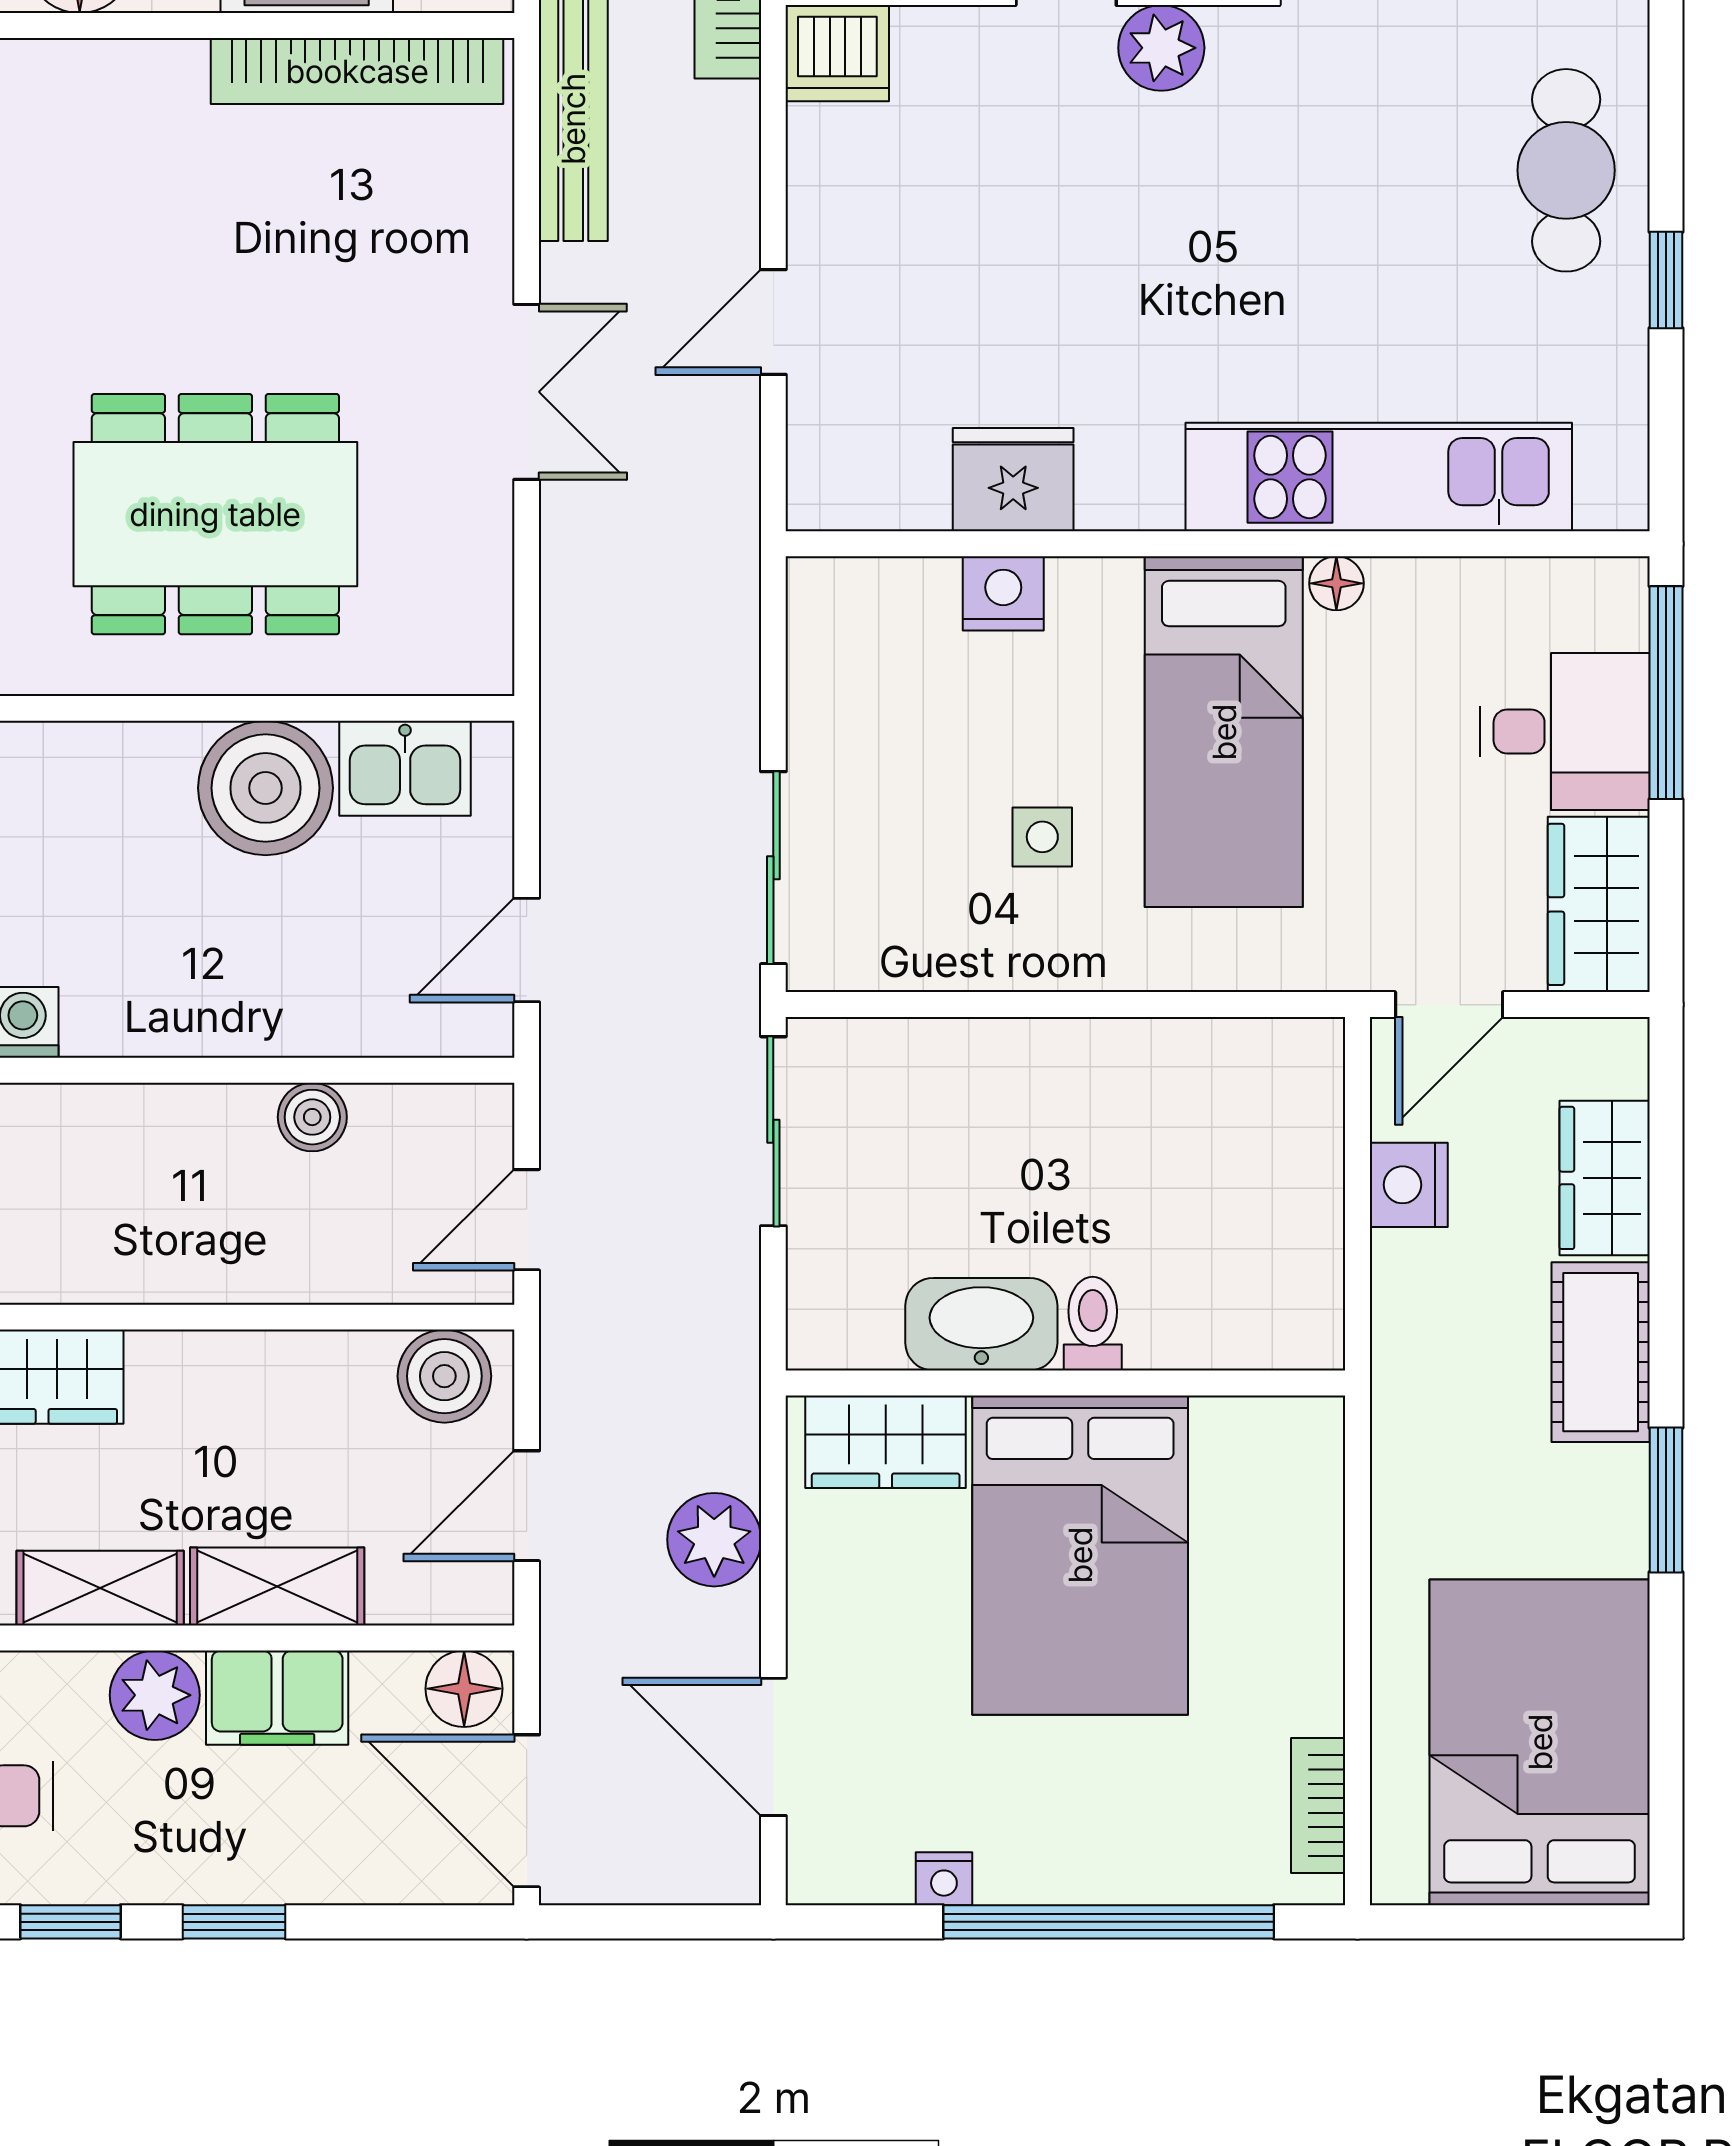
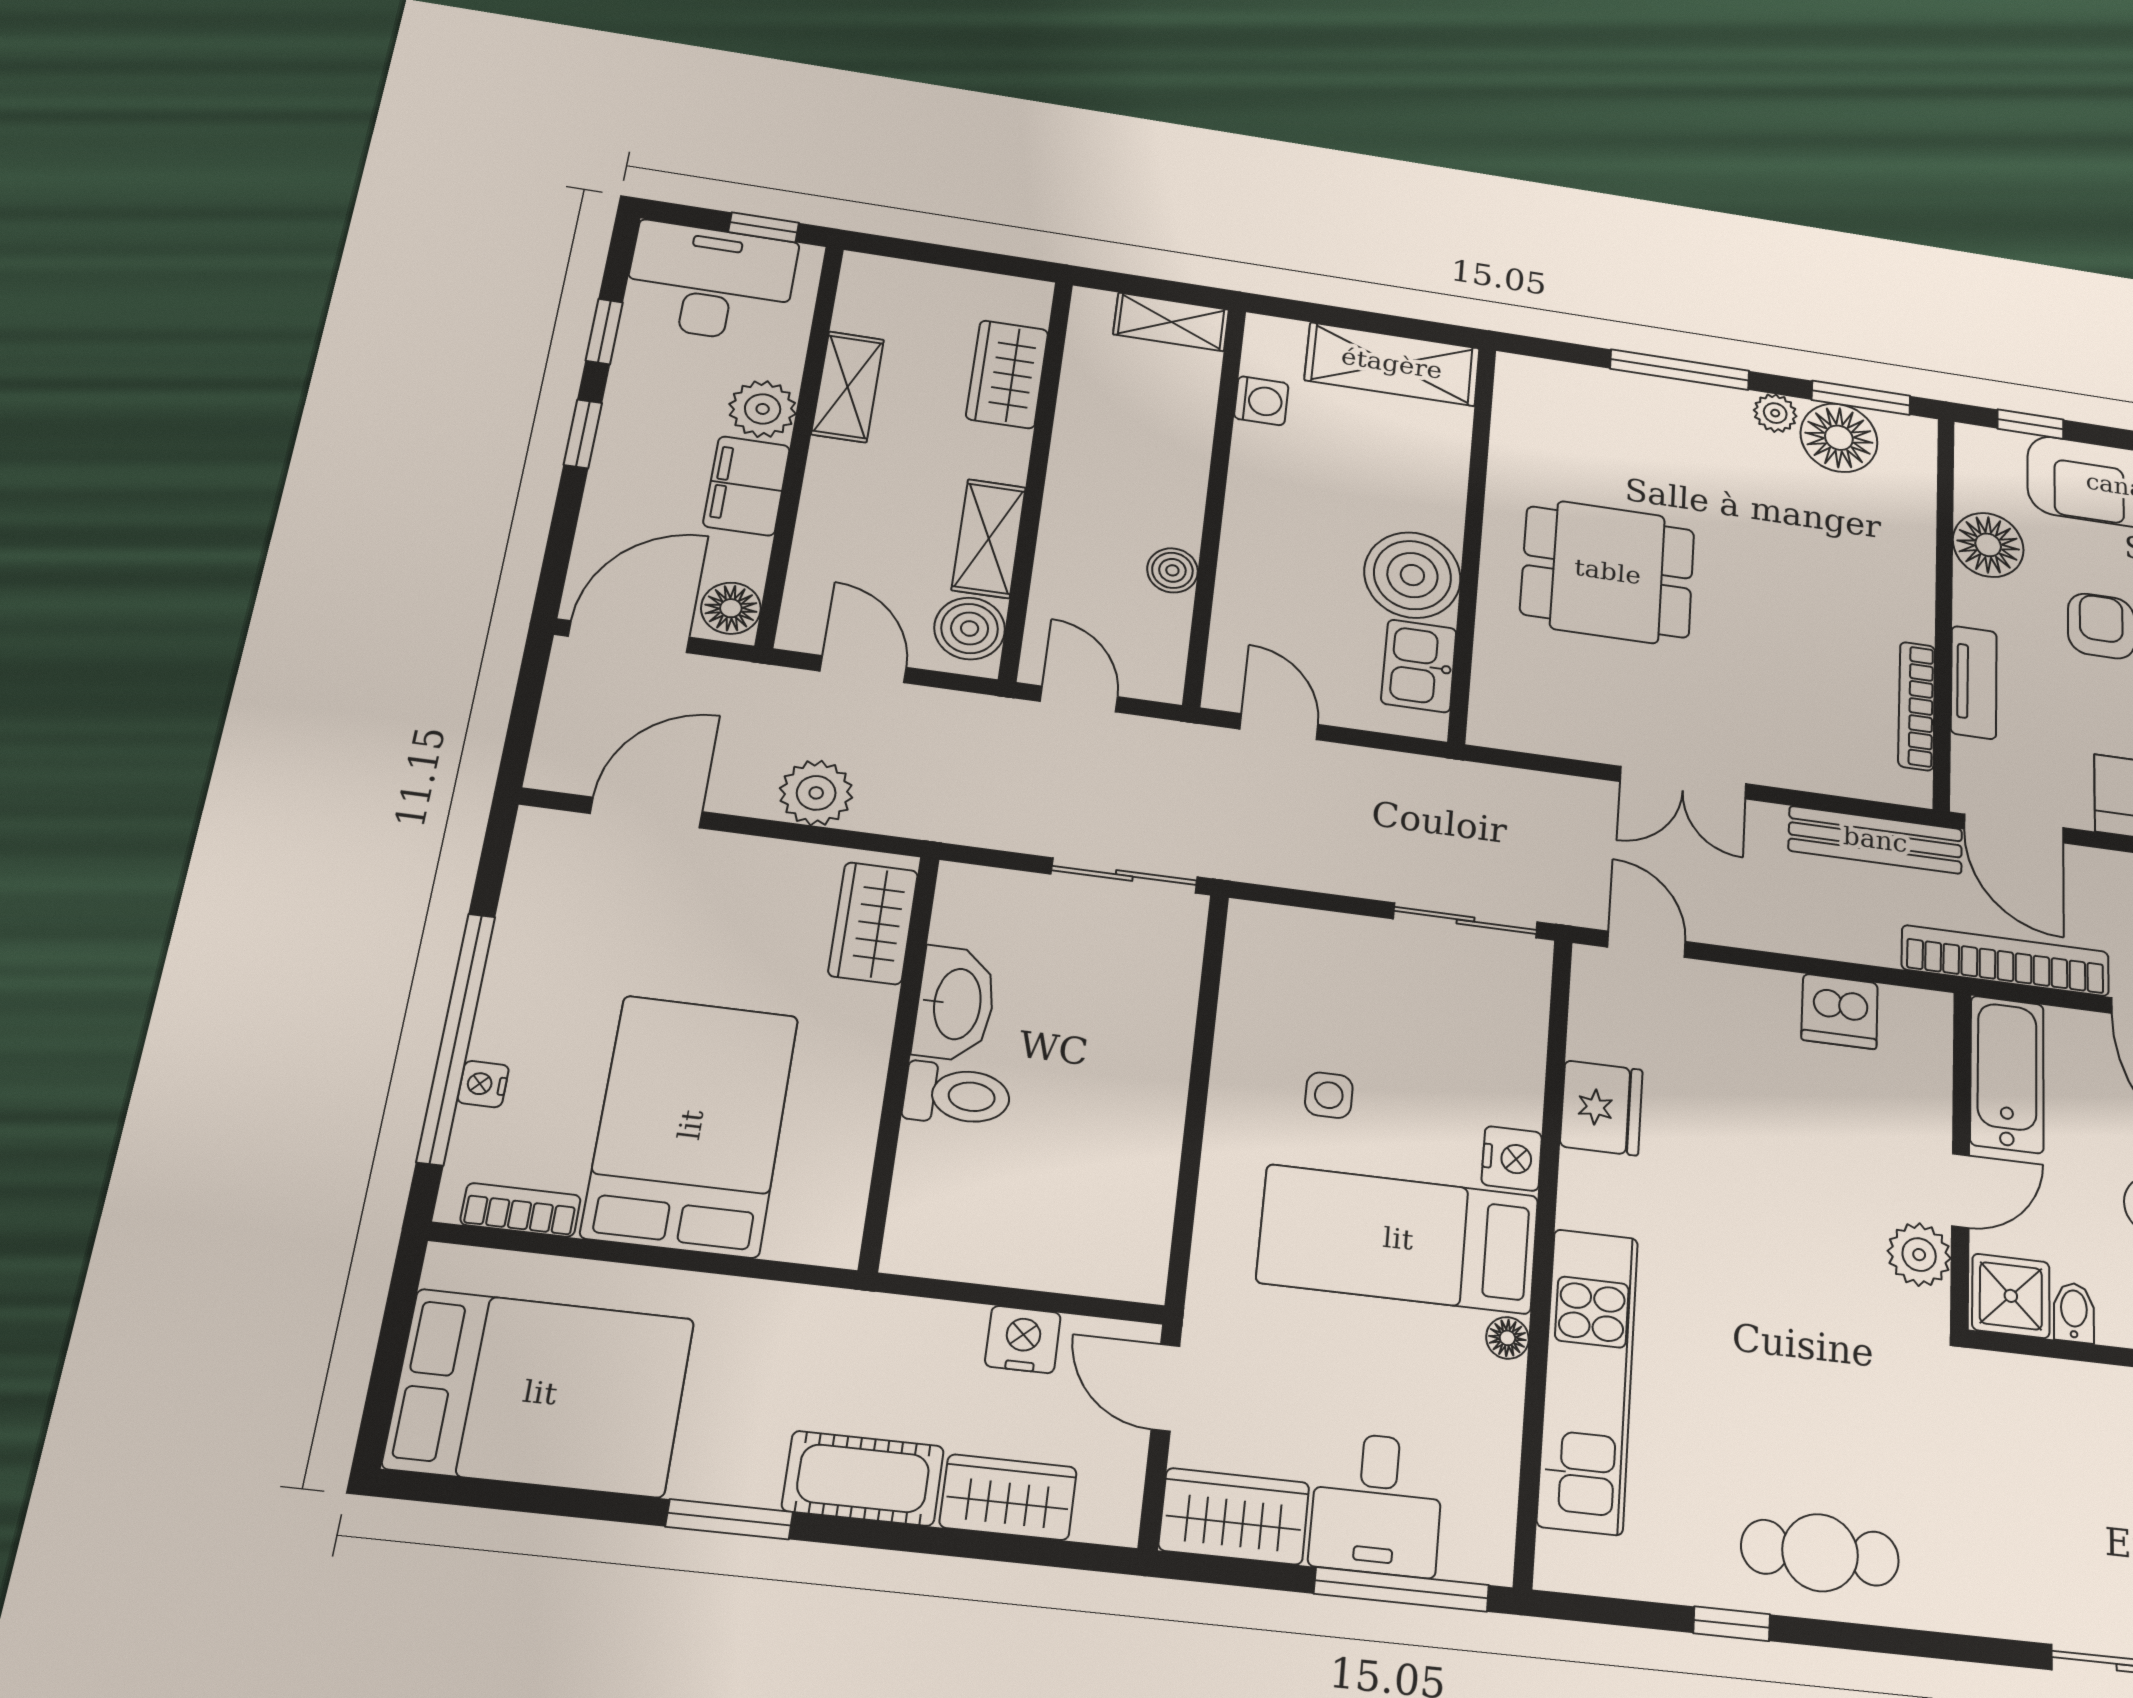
dishwasher: (837, 53) -> (1840, 1011), moved, turned -90
bookcase: (357, 71) -> (1917, 706), width x0.68, depth x0.76
door: (773, 322) -> (1647, 944), moved
dining table: (215, 514) -> (1608, 572), width x0.73
nightstand: (1003, 593) -> (1512, 1158), moved
sliding door: (773, 868) -> (1465, 920), moved
toilet: (1093, 1324) -> (957, 1095), width x1.37, depth x1.39
bed: (1080, 1555) -> (691, 1125), moved, turned 90
shelving: (277, 1586) -> (989, 539), moved
nightstand: (944, 1879) -> (483, 1084), moved

